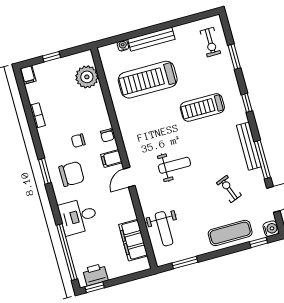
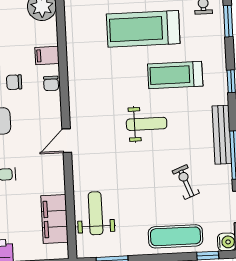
treadmill: (148, 80) -> (143, 29), moved
filing cabinet: (111, 159) -> (47, 55), moved
weight bench: (174, 165) -> (147, 124), moved
weight bench: (164, 229) -> (96, 213), turned 180

